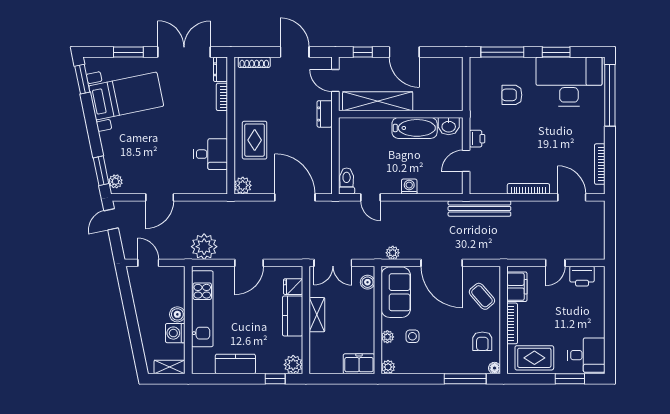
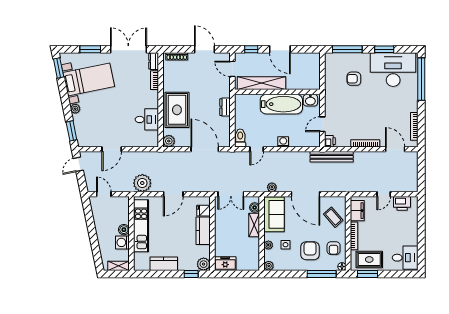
dresser: (325, 114) -> (225, 107), moved
bathtub: (415, 128) -> (281, 104), width x1.36, depth x1.36
printer: (477, 139) -> (330, 141), moved
rug: (255, 140) -> (177, 110), width x1.36, depth x1.43
plant: (115, 181) -> (75, 109), moved
door: (370, 197) -> (257, 149), hinge flipped
shelving: (317, 315) -> (254, 225), moved
armchair: (448, 345) -> (310, 251), added
freezer: (359, 364) -> (225, 264), moved
window: (570, 379) -> (368, 274), moved

